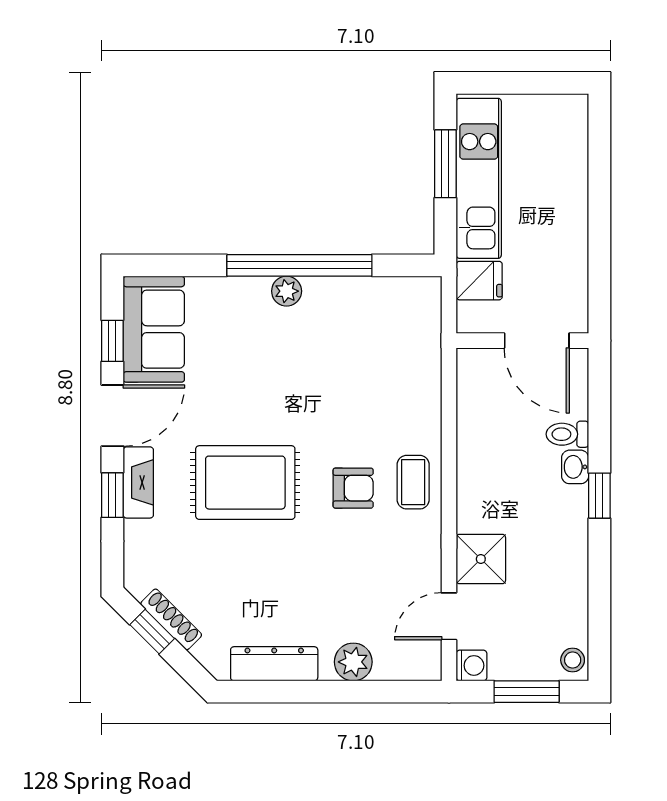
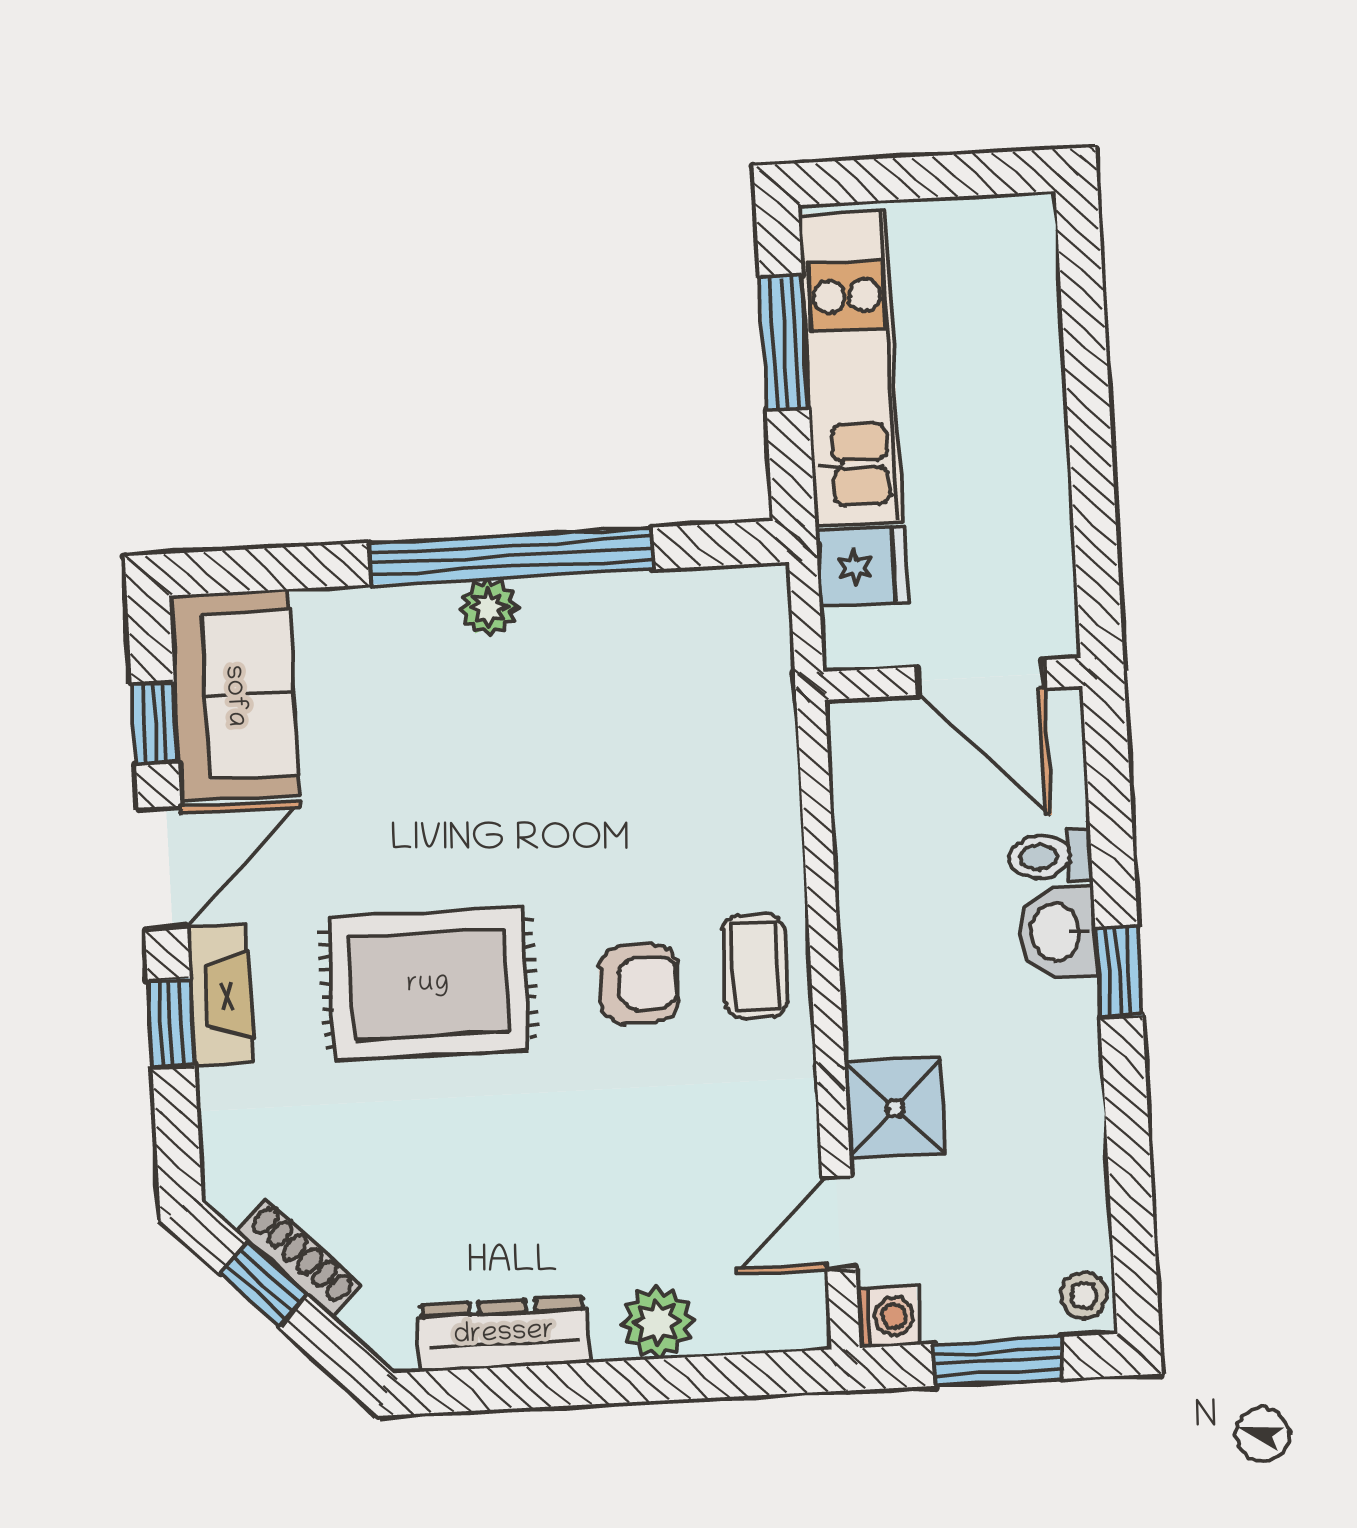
washbasin: (575, 467) -> (1057, 932), width x1.38, depth x1.45

